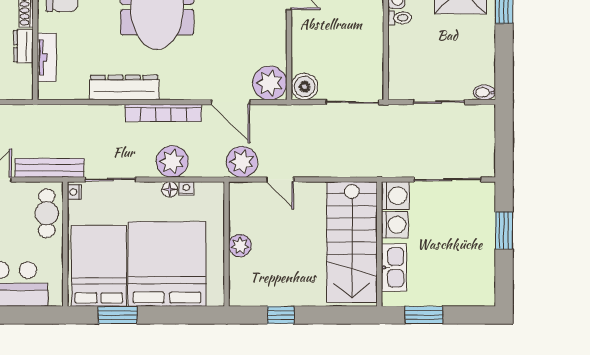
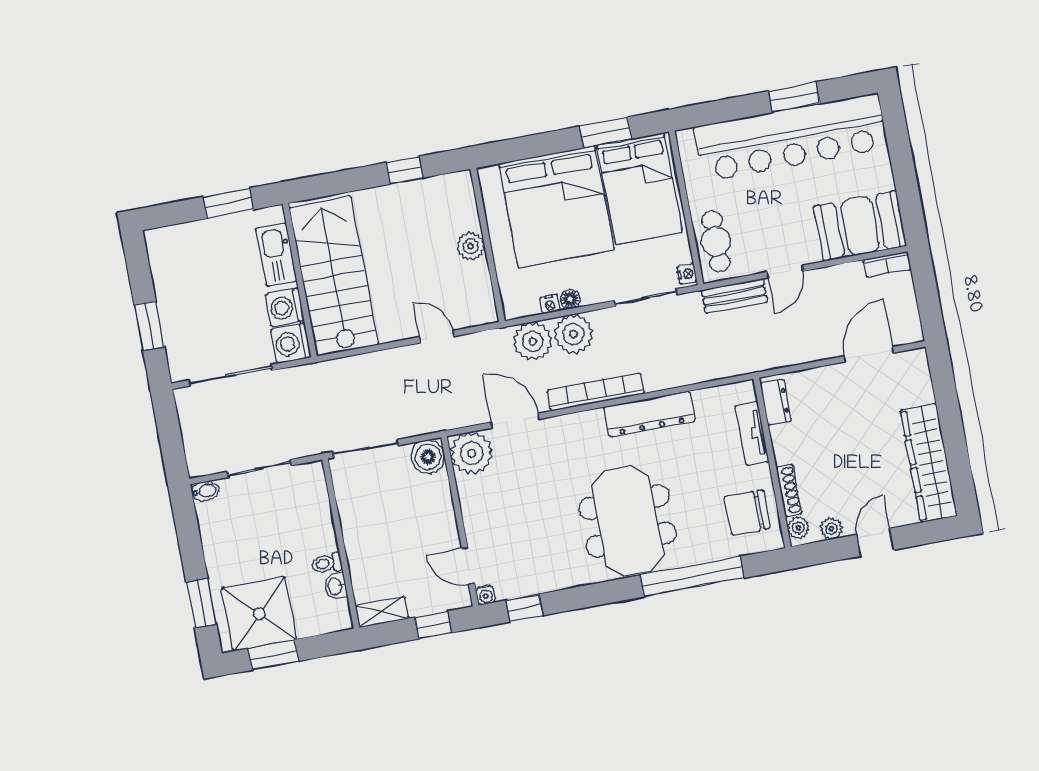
dresser: (23, 46) -> (776, 402), moved
plant: (242, 162) -> (533, 341), moved
bench: (49, 168) -> (734, 296), width x0.73

